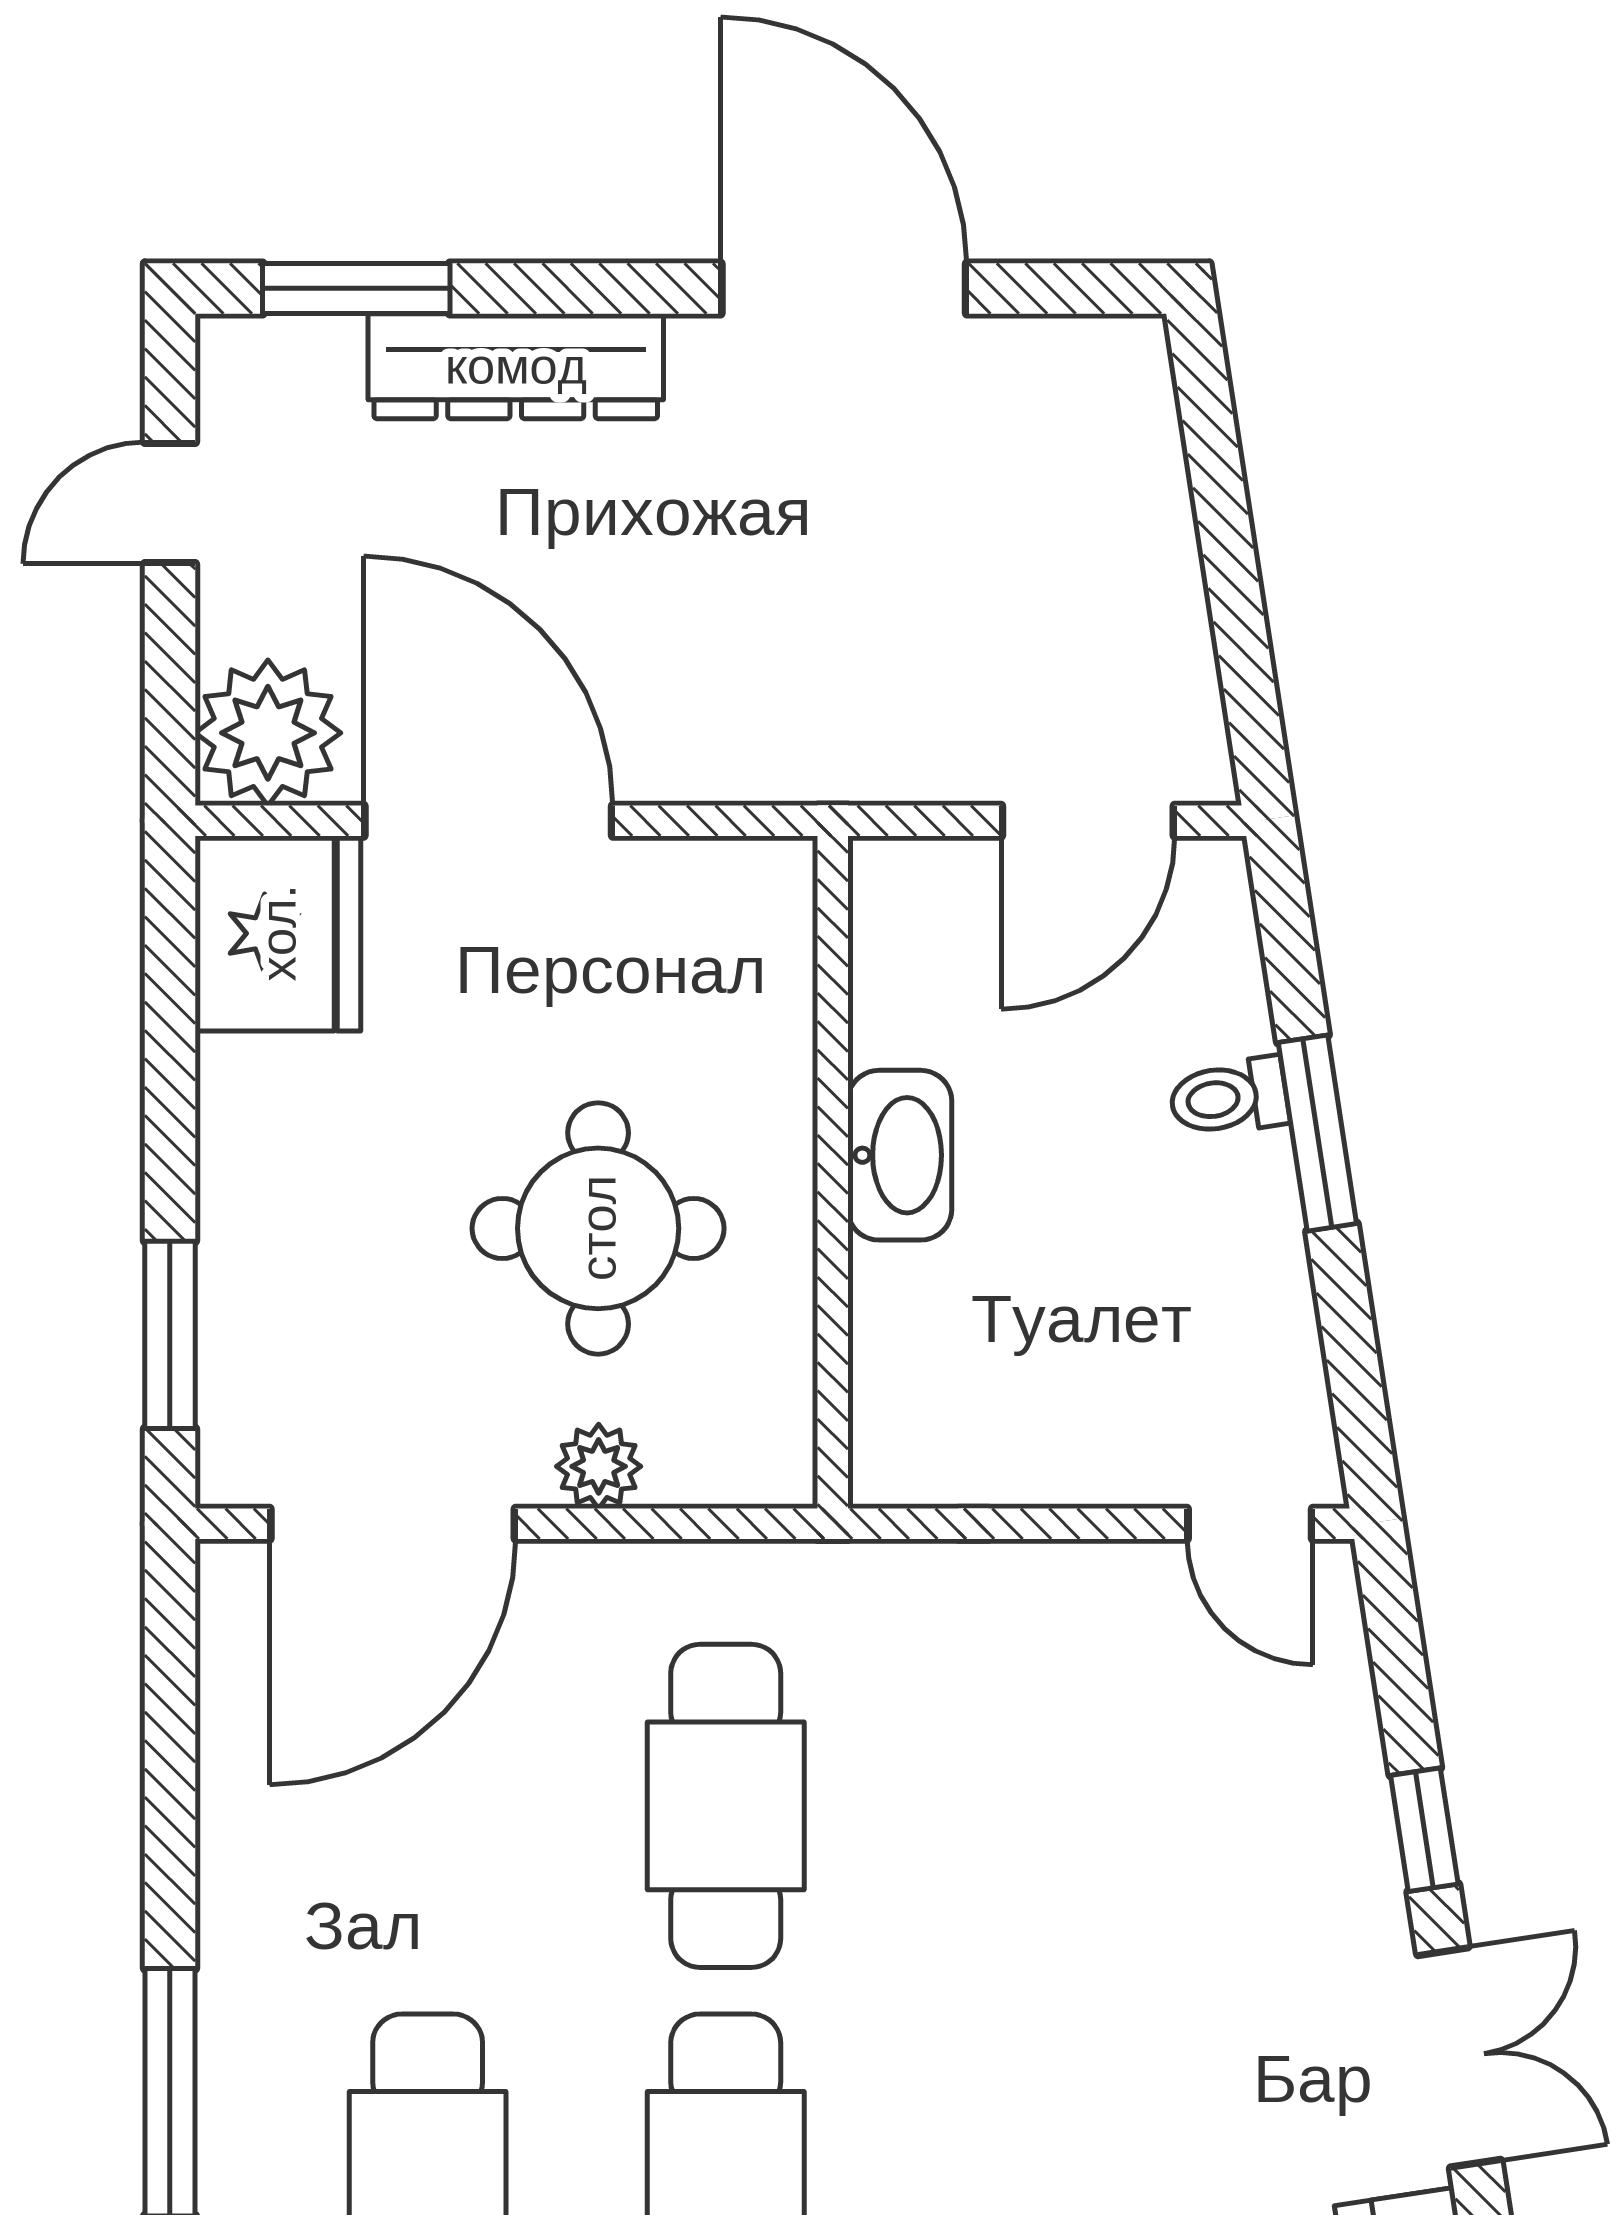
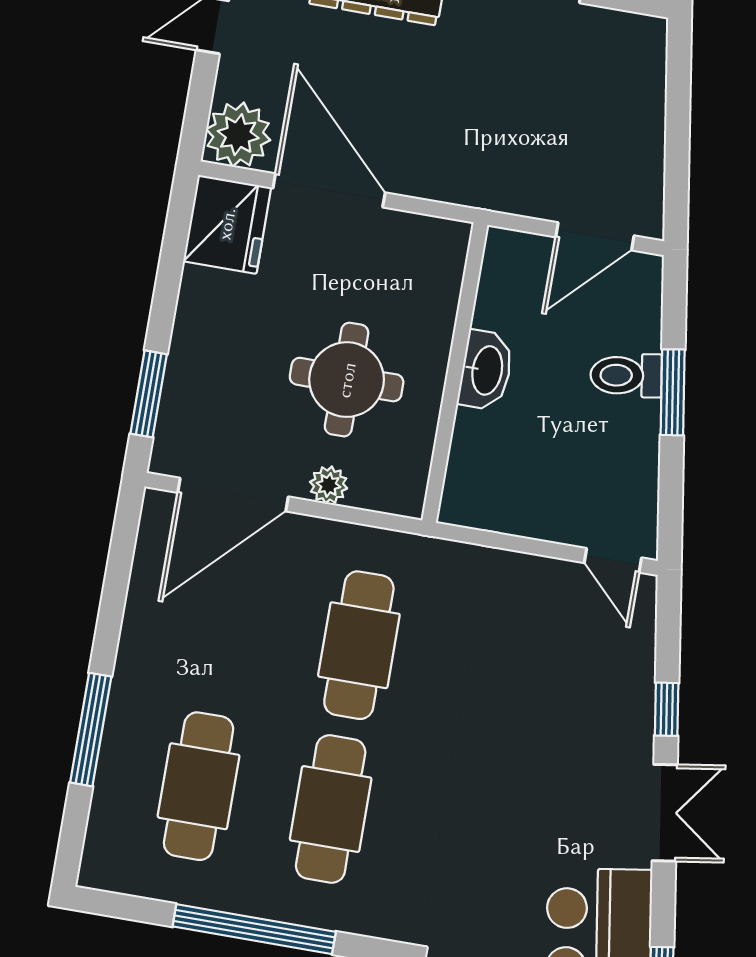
toilet: (1229, 1097) -> (626, 375), width x1.37, depth x1.39

